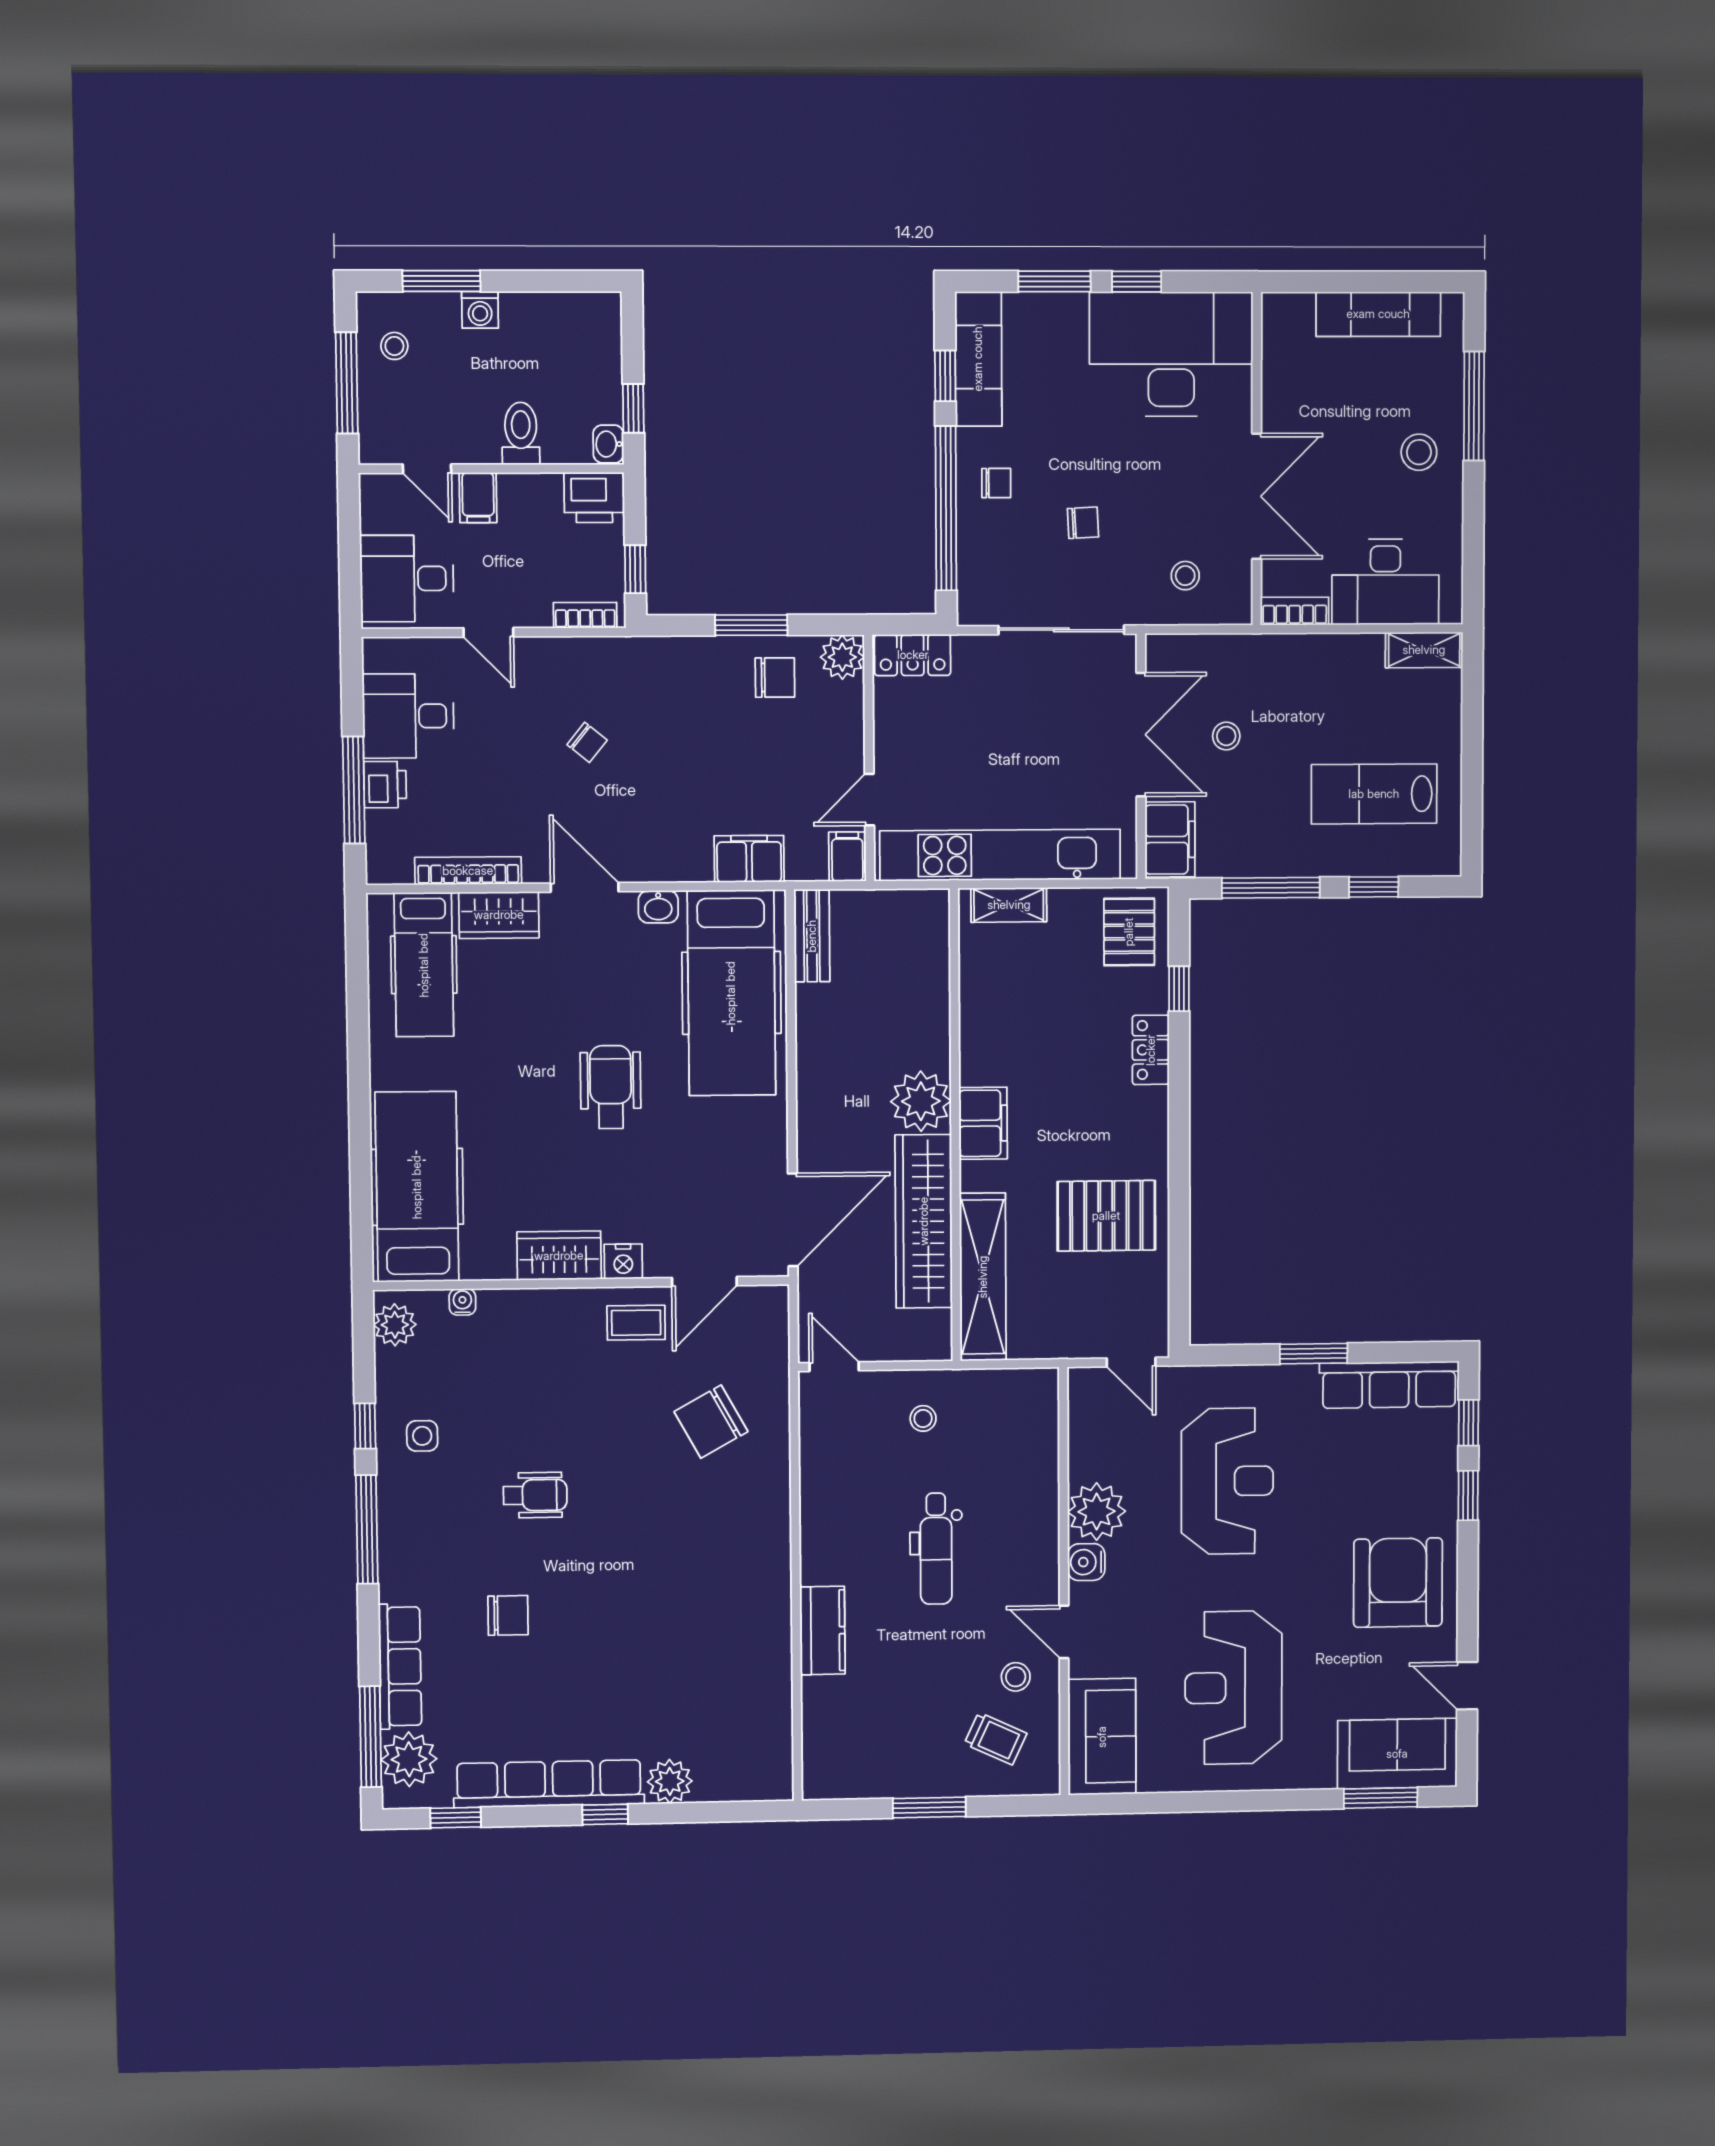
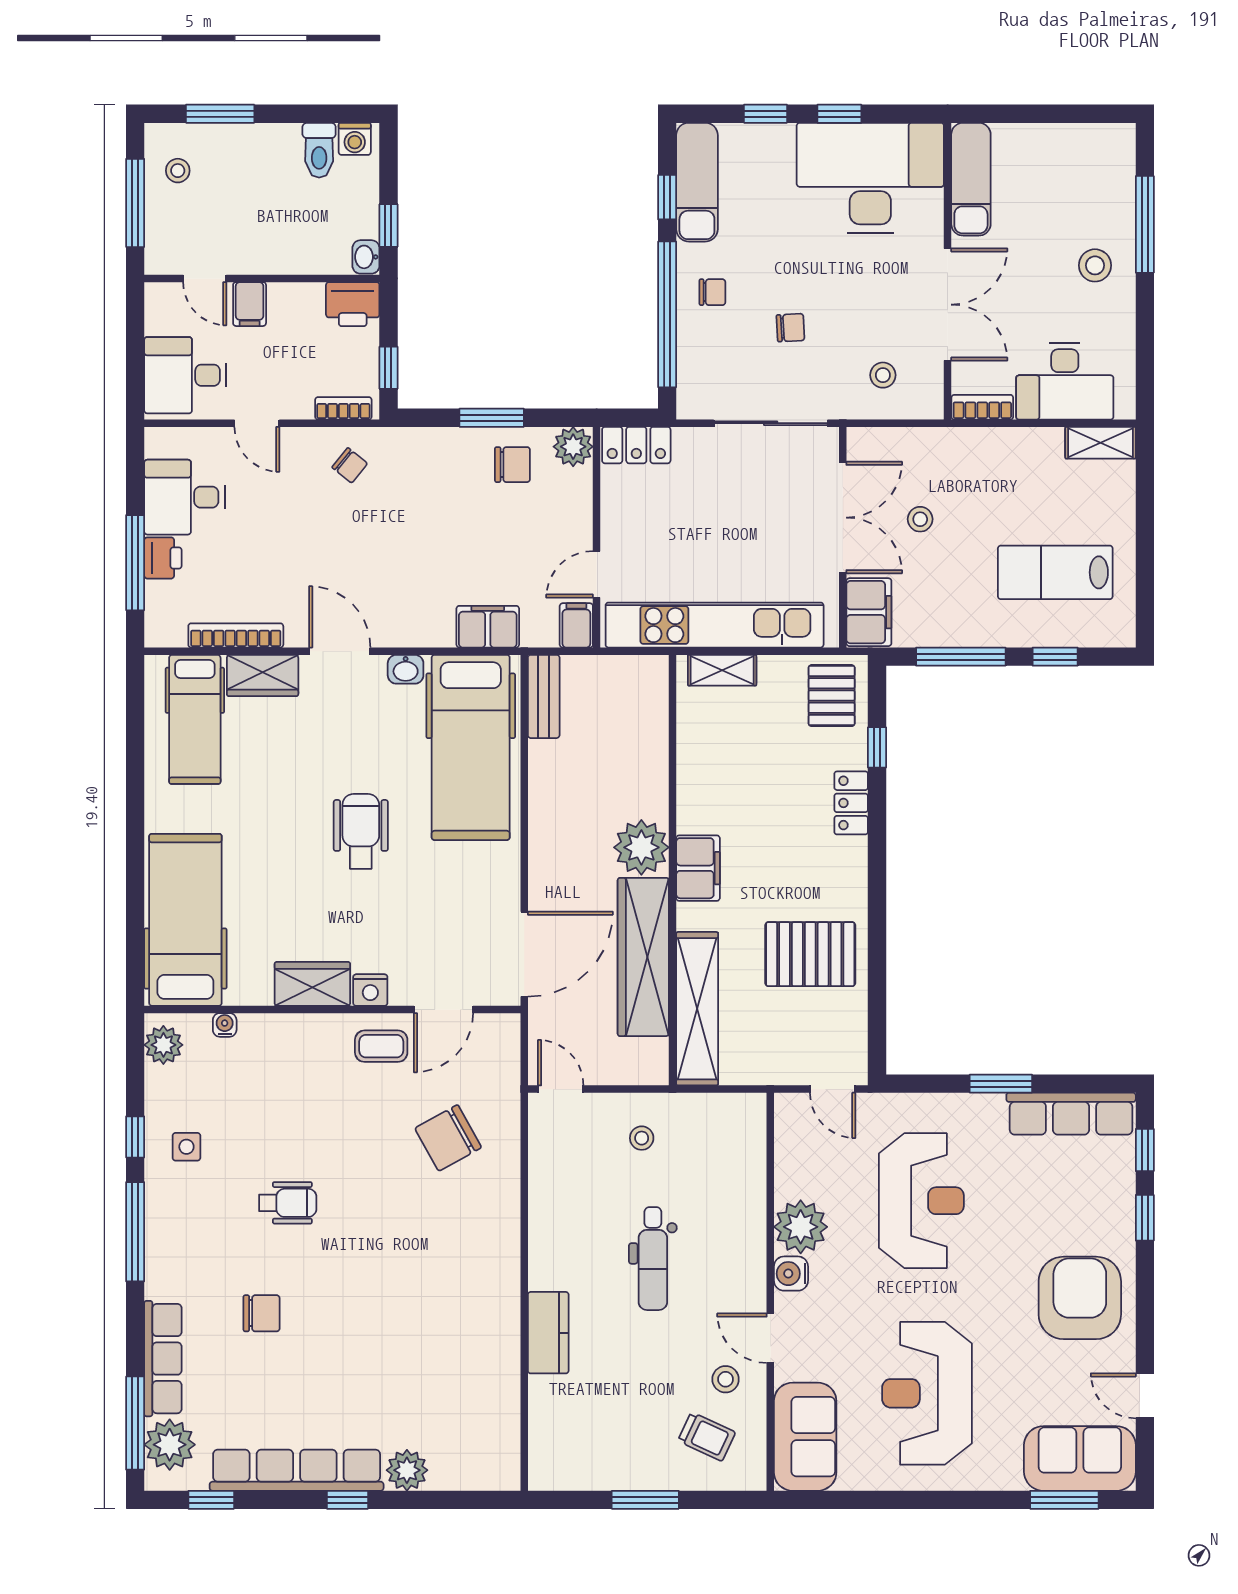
window: (1054, 281) -> (765, 114), width x0.67
washing machine: (480, 310) -> (355, 139), moved
exam couch: (1378, 314) -> (971, 179), moved, turned -90
toilet: (521, 433) -> (319, 150), moved, turned 180
chair: (587, 742) -> (350, 465), moved

